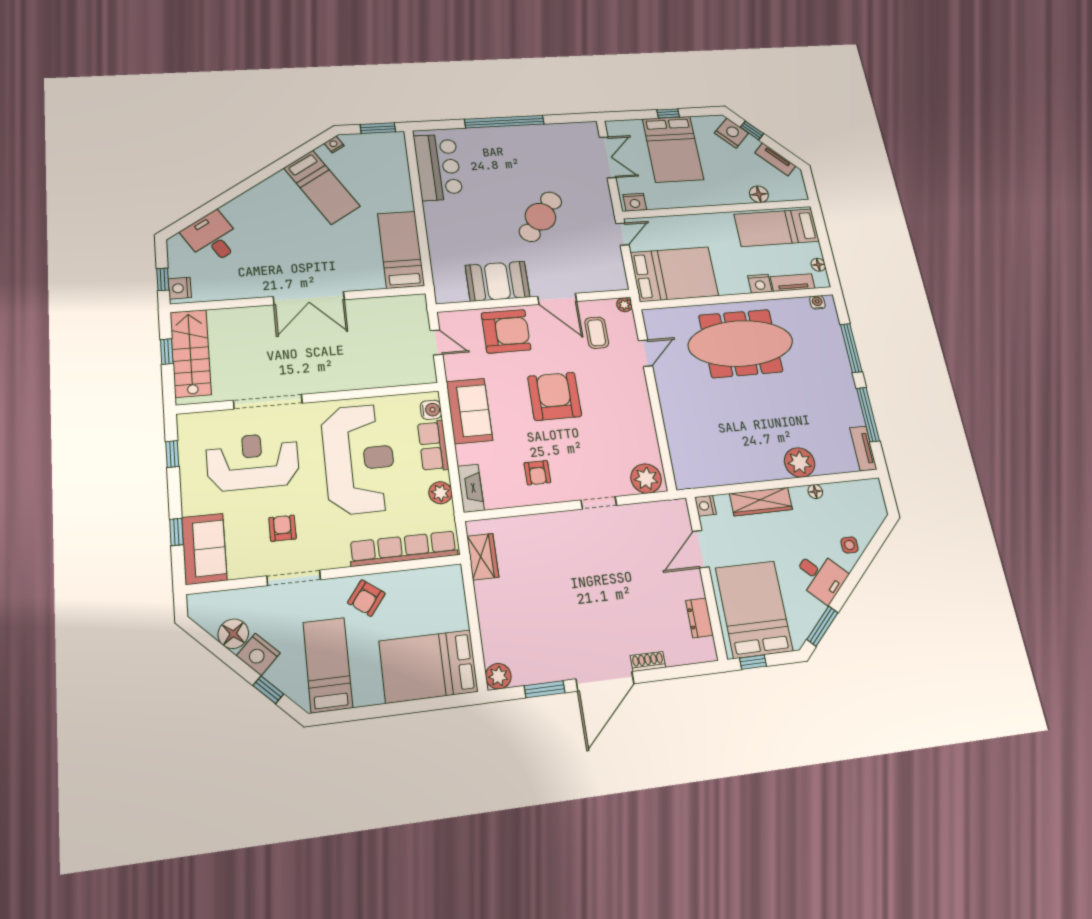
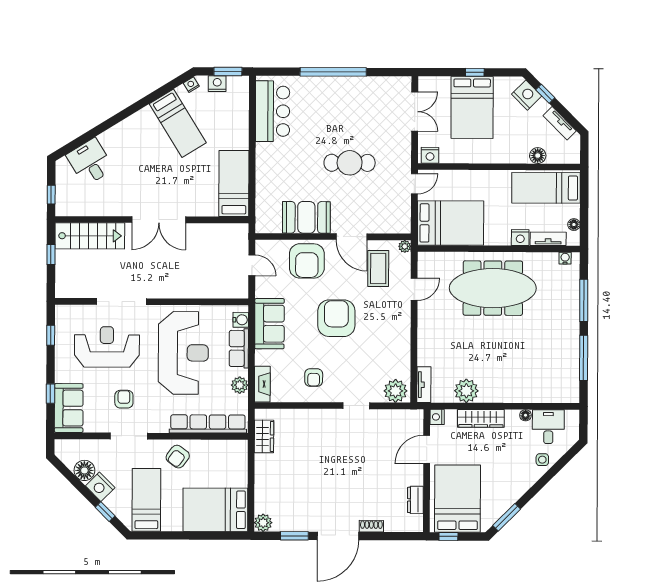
cafe table: (540, 217) -> (350, 163), turned 52
nightstand: (180, 288) -> (217, 84), moved, turned 90
armchair: (506, 331) -> (307, 261), turned 90
coffee table: (597, 333) -> (378, 268), width x1.36, depth x1.30
stairs: (191, 353) -> (90, 236), moved, turned 90
tv unit: (863, 448) -> (424, 385), moved, turned 180
plant: (800, 462) -> (466, 391), moved
desk: (820, 576) -> (548, 427), moved, turned -135

